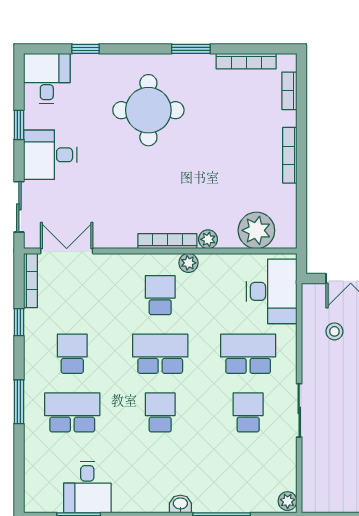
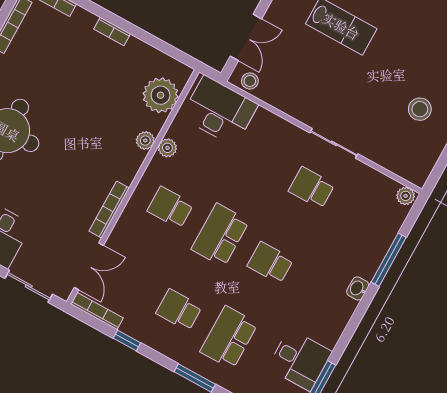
bookcase: (290, 155) -> (112, 31), width x0.64
bookcase: (167, 241) -> (109, 210), moved
double door: (67, 251) -> (89, 266), swing flipped
plant: (188, 263) -> (167, 148), moved
stool: (334, 331) -> (250, 81), moved
school desk: (248, 354) -> (262, 160), removed

